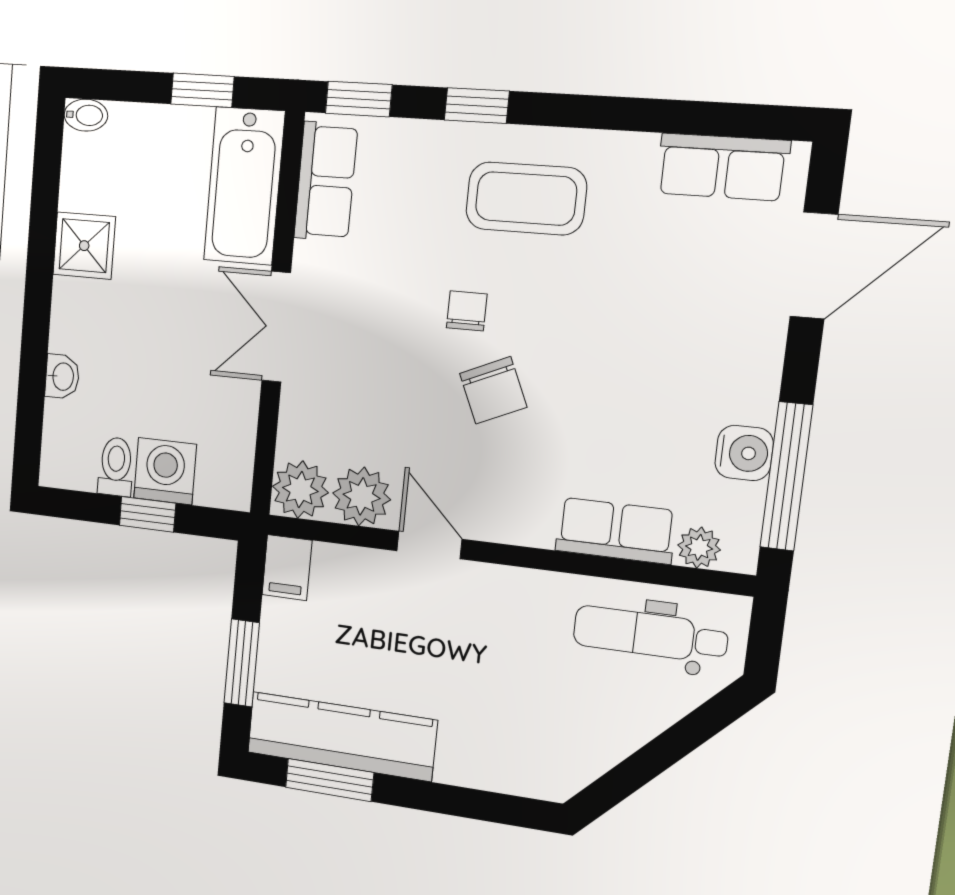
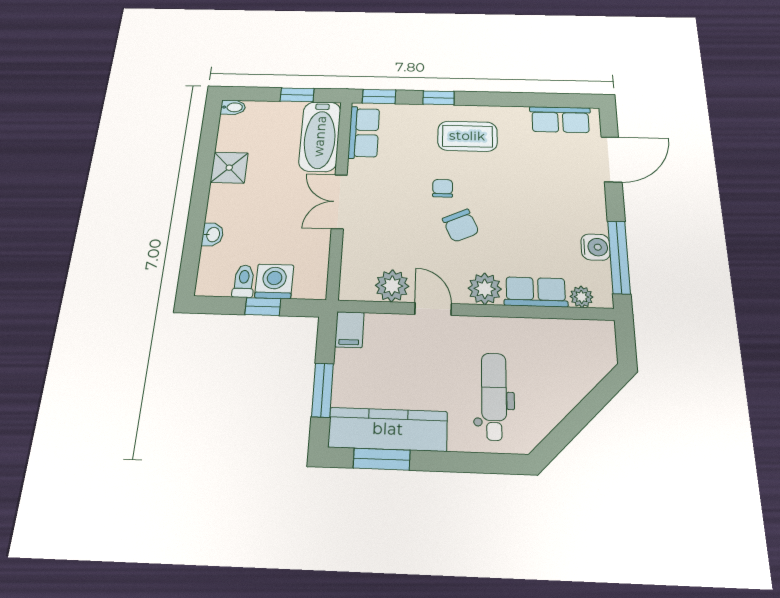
plant: (300, 490) -> (485, 289), moved
dental chair: (650, 634) -> (494, 396), moved, turned 90

